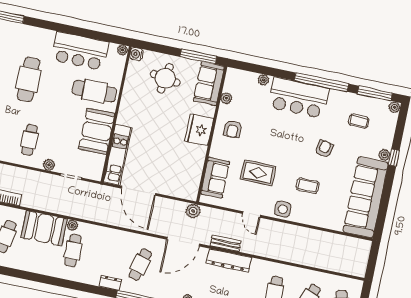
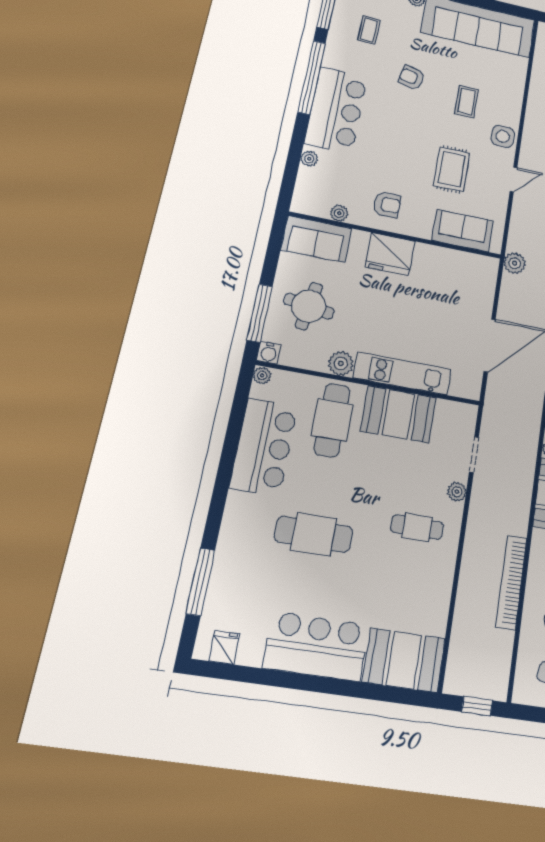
window: (198, 56) -> (260, 313), moved
plant: (129, 97) -> (341, 363), added
kitchen unit: (118, 155) -> (402, 374), moved

